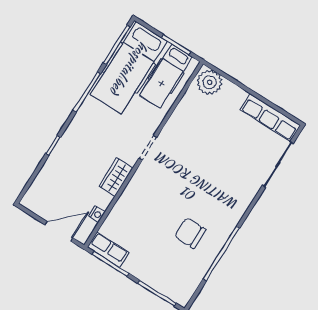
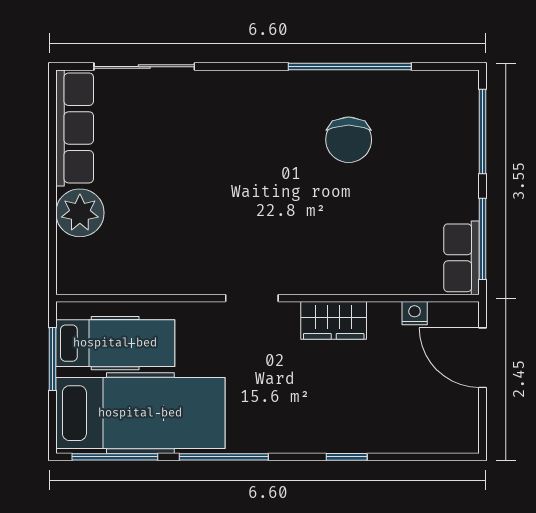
plant: (209, 82) -> (80, 213), moved

